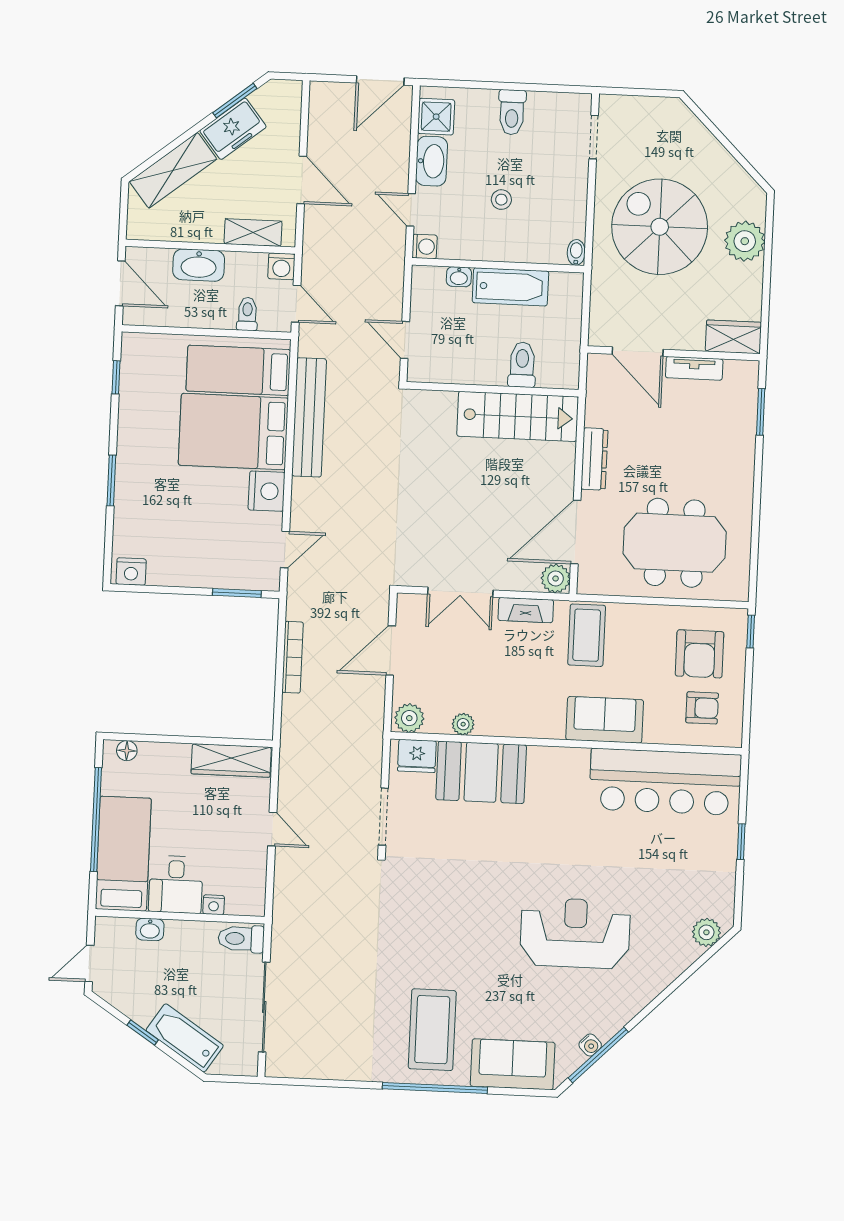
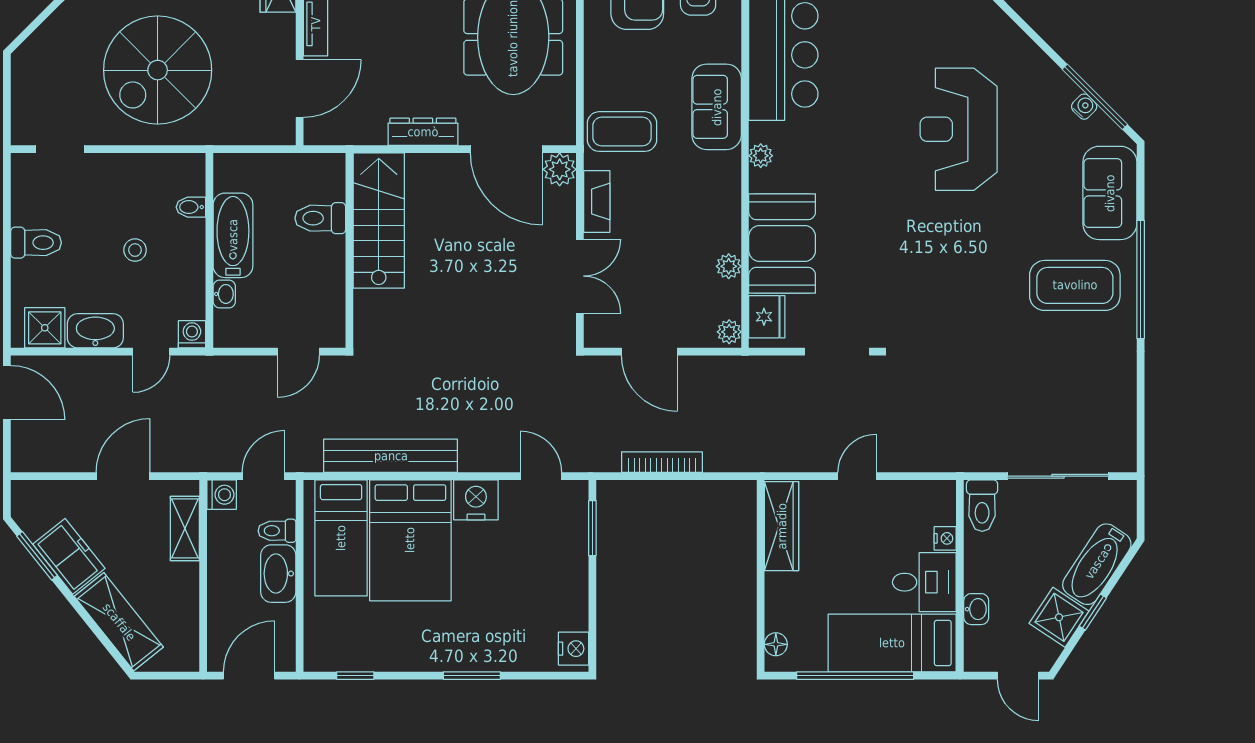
bidet: (576, 252) -> (191, 207), moved
washbasin: (199, 265) -> (278, 574), moved, turned 180
plant: (409, 718) -> (729, 332), width x0.73, depth x0.73
plant: (560, 757) -> (761, 156), added
shower: (139, 1002) -> (1059, 617), added

